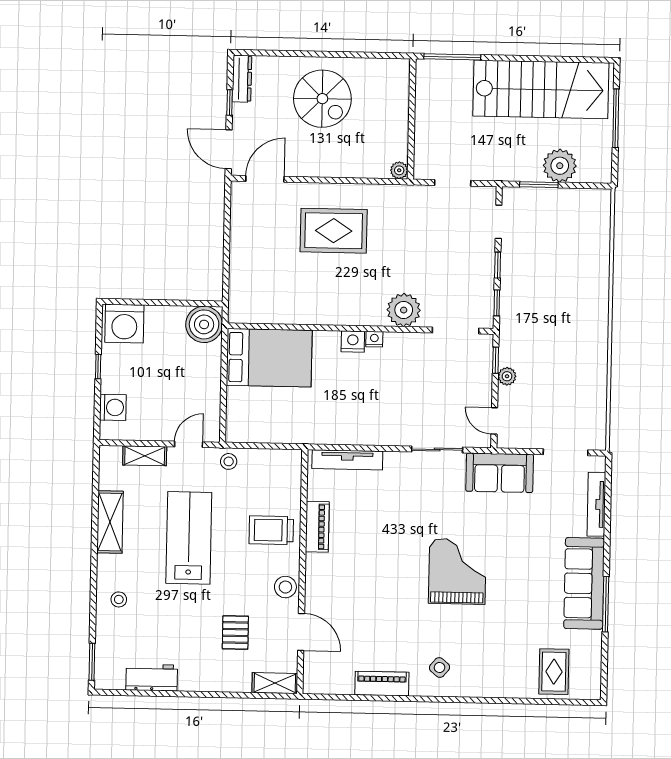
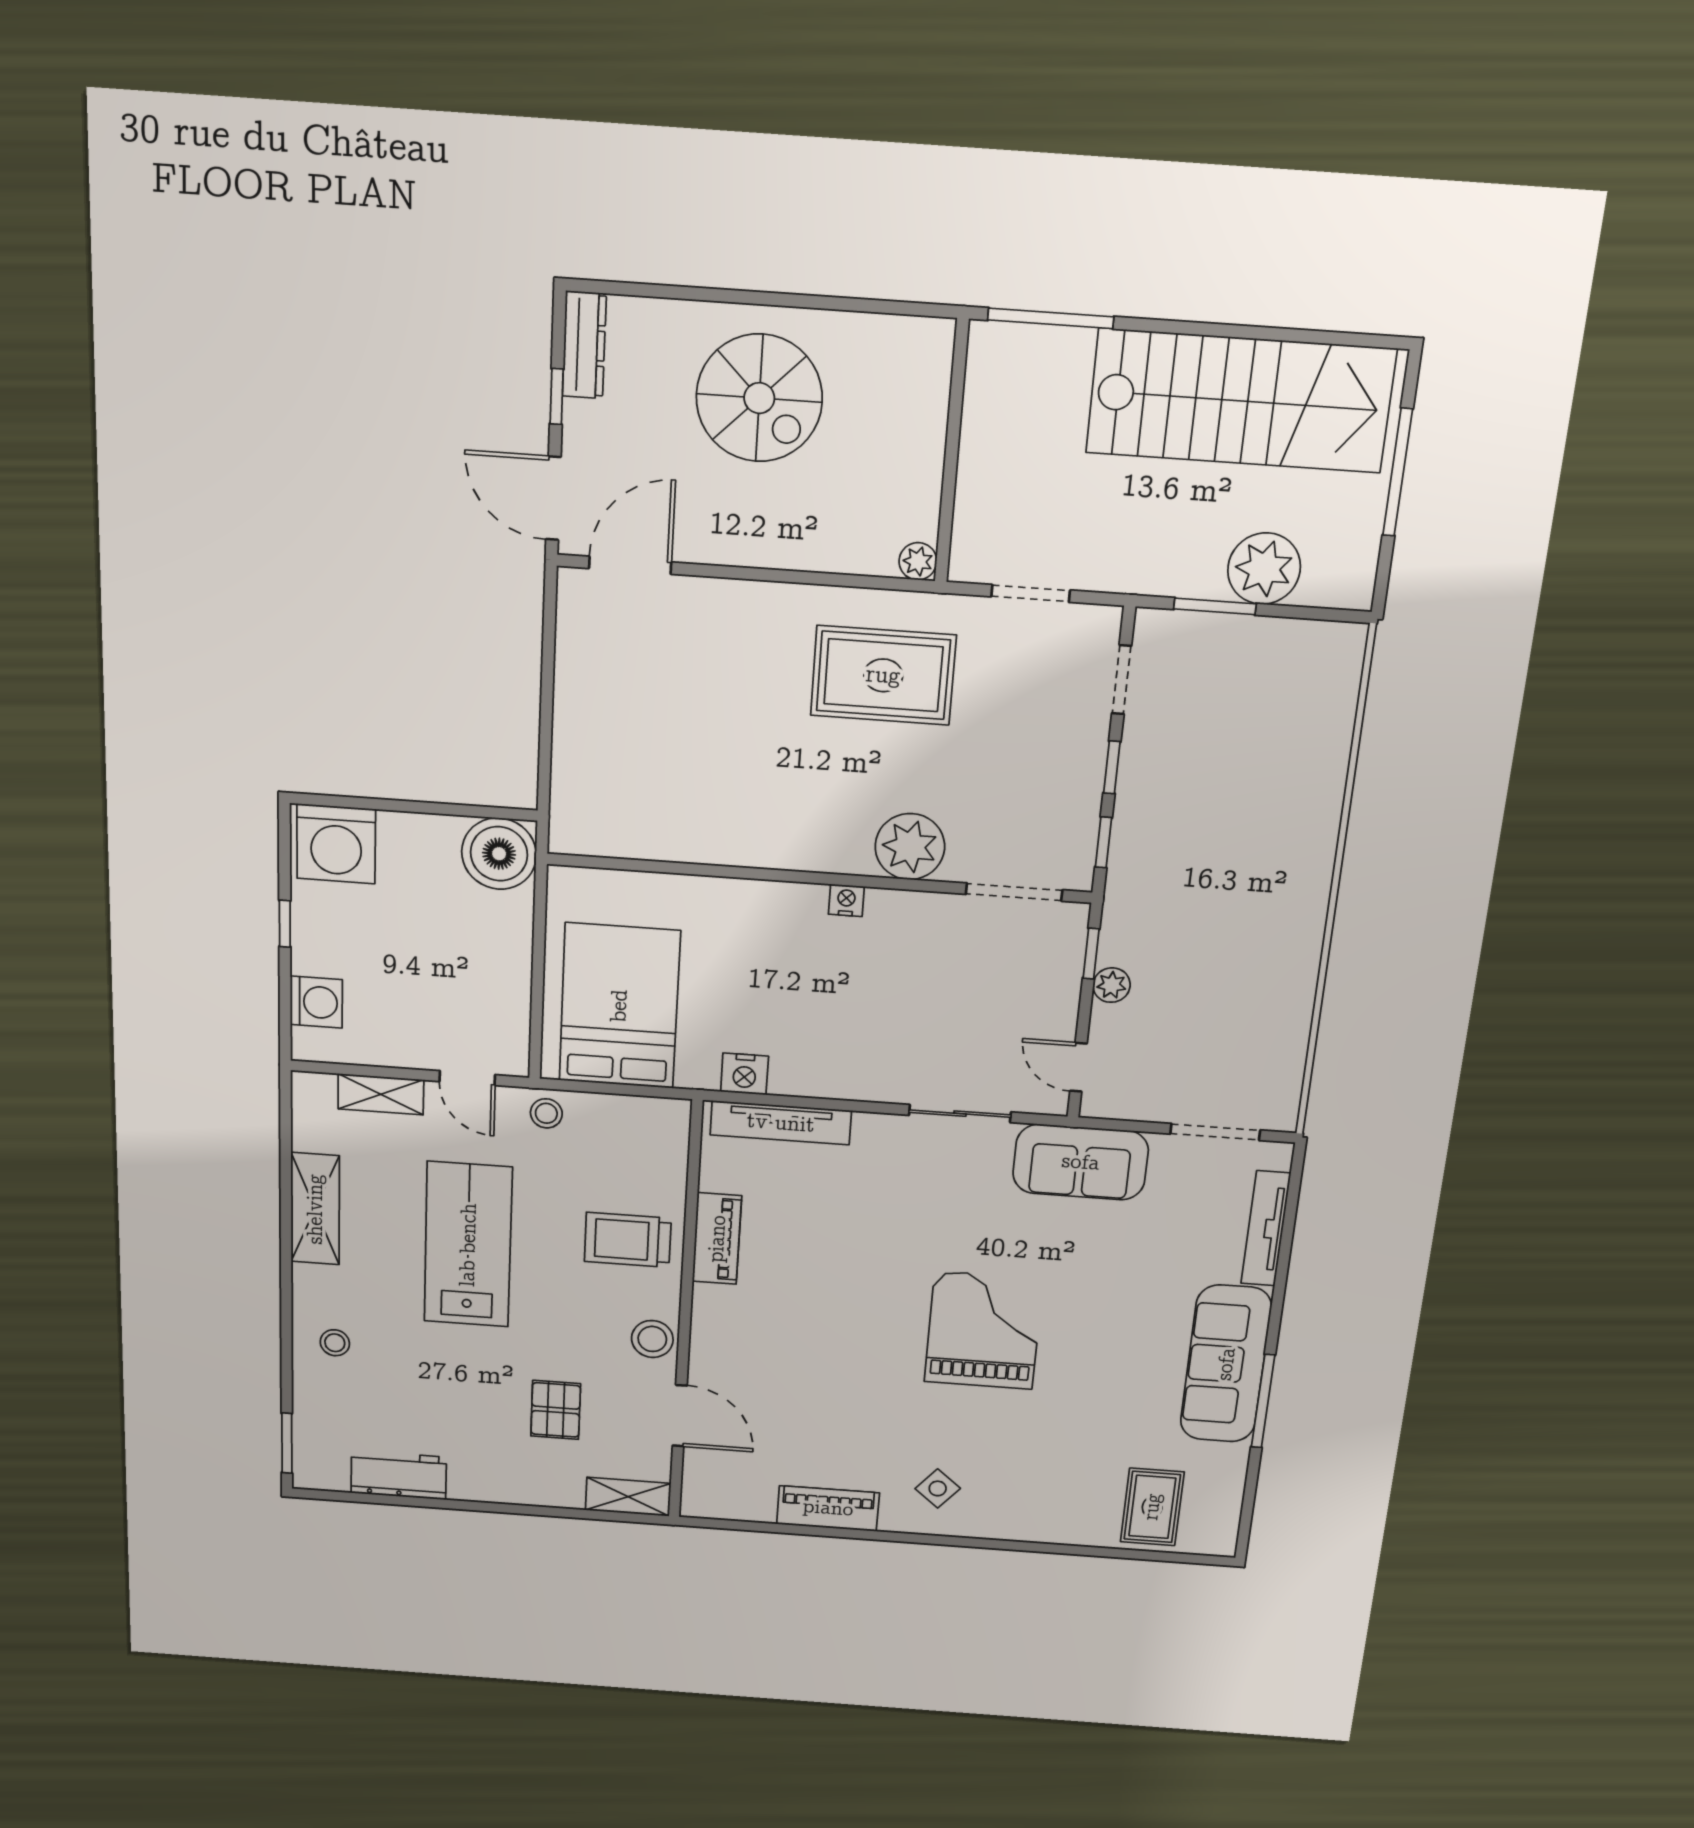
rug: (334, 231) -> (883, 675), moved
nightstand: (353, 342) -> (744, 1074), moved, turned 180
bed: (269, 358) -> (619, 1006), moved, turned -90
door: (189, 444) -> (467, 1078), swing flipped

